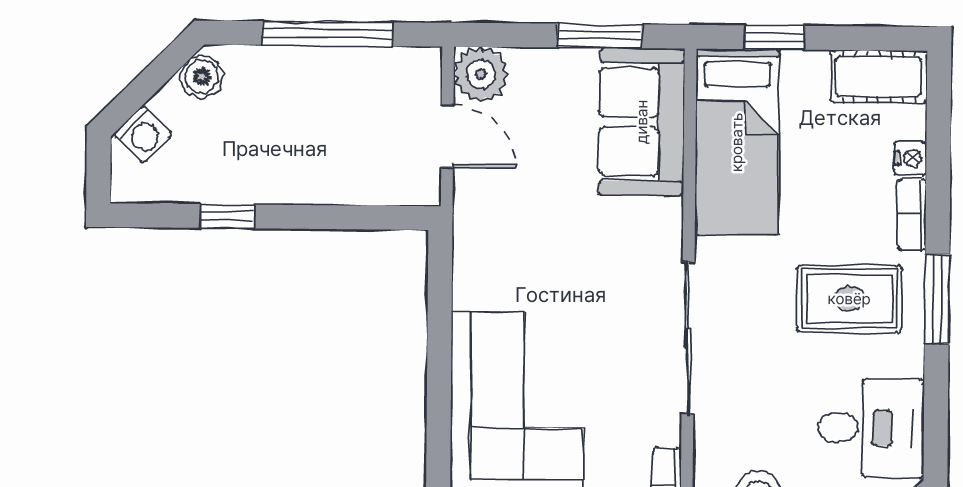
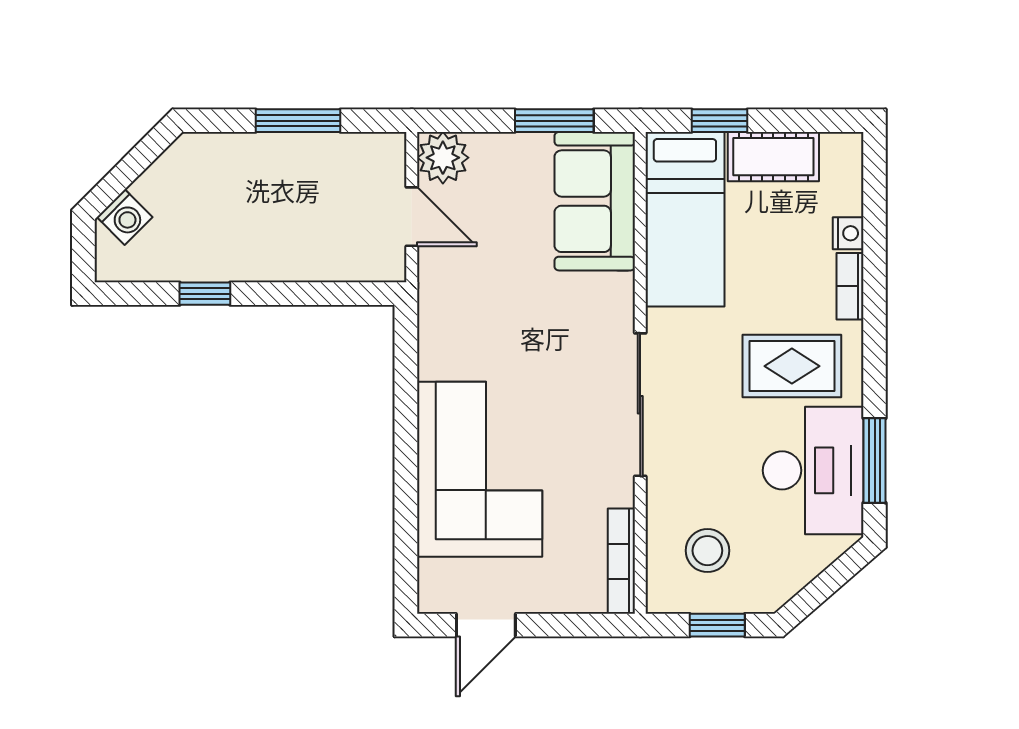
window: (328, 34) -> (298, 121), width x0.69
boiler: (202, 77) -> (180, 162), removed
cot: (879, 77) -> (773, 157), moved
window: (937, 299) -> (875, 461), moved
desk: (871, 428) -> (813, 470), width x1.37

